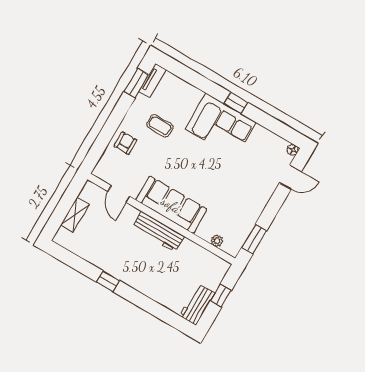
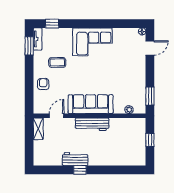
window: (236, 103) -> (52, 24), moved
door: (119, 194) -> (57, 116), swing flipped
shelving: (75, 215) -> (38, 129), moved
workbench: (197, 304) -> (75, 159), moved, turned 90

